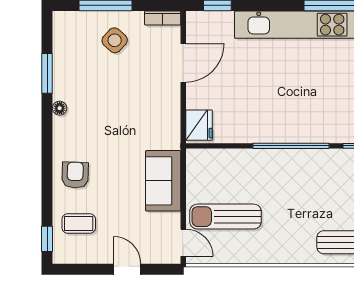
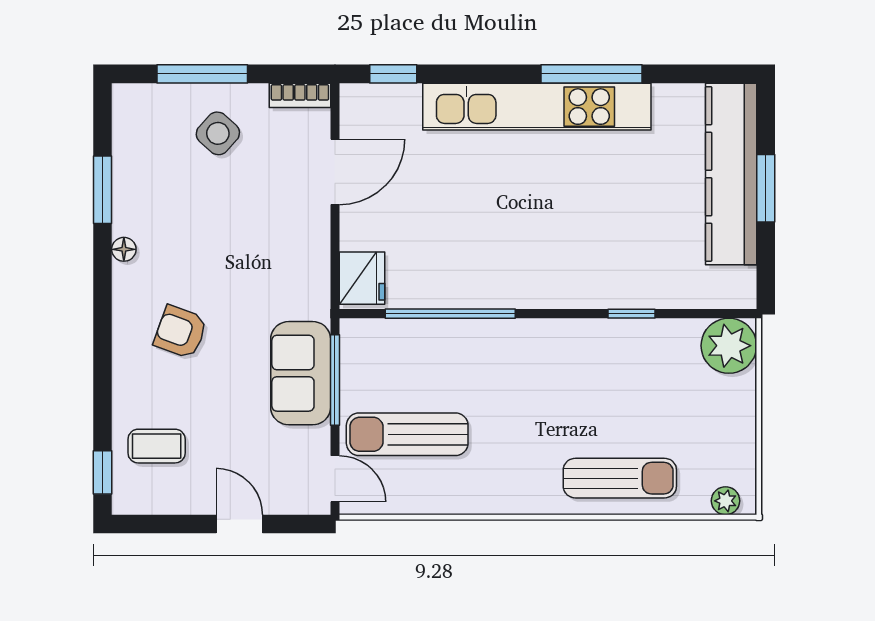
window: (291, 146) -> (450, 314), moved
armchair: (75, 175) -> (180, 332), moved, turned -72
window: (183, 185) -> (335, 380), added

